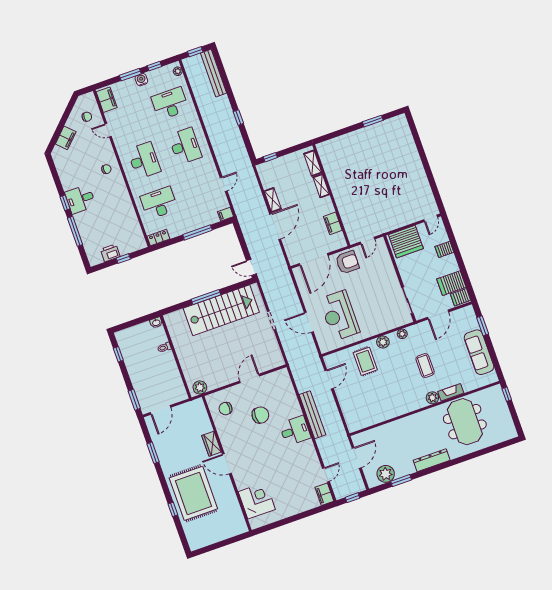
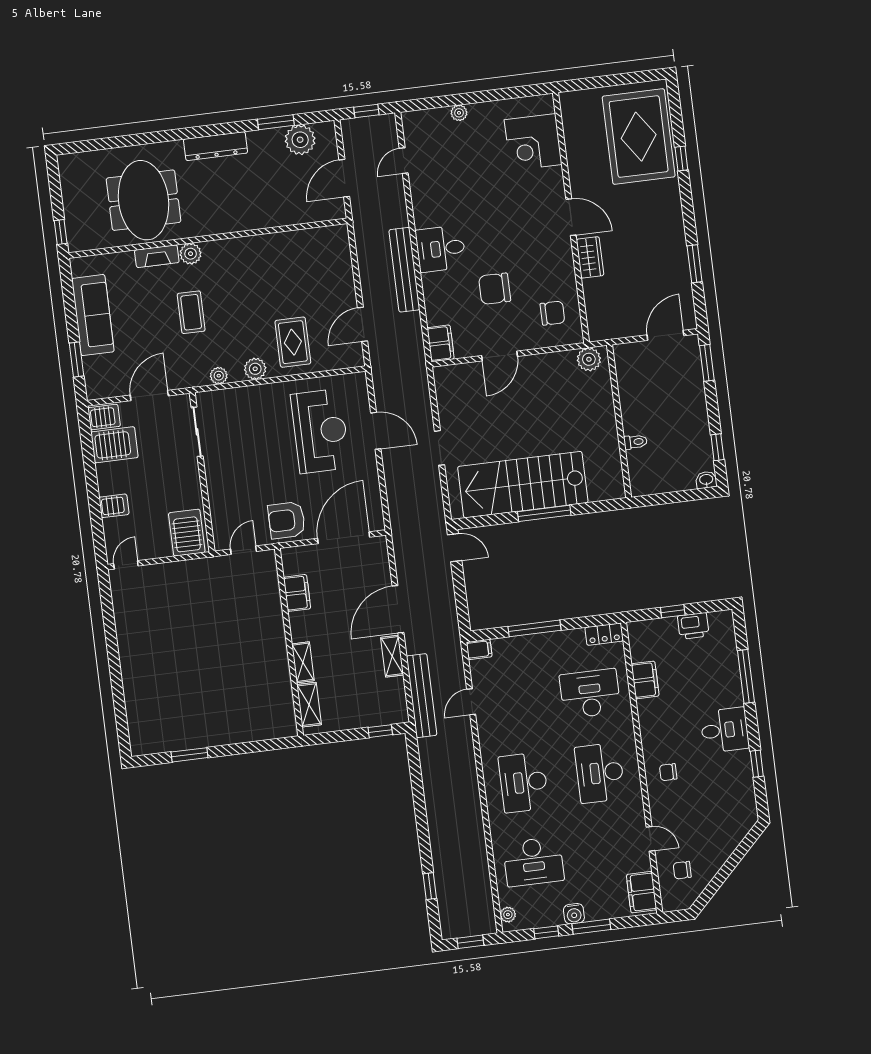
bench: (213, 73) -> (422, 696), moved
window: (238, 118) -> (430, 886), moved
filing cabinet: (66, 138) -> (645, 680), moved, turned 135
window: (65, 203) -> (757, 764), moved
desk: (159, 203) -> (590, 694), turned 180
server rack: (406, 242) -> (187, 533), width x0.63
washbasin: (156, 323) -> (706, 480), moved
rug: (193, 493) -> (639, 137), moved
filing cabinet: (324, 494) -> (441, 343), moved
plant: (301, 508) -> (459, 113), added

